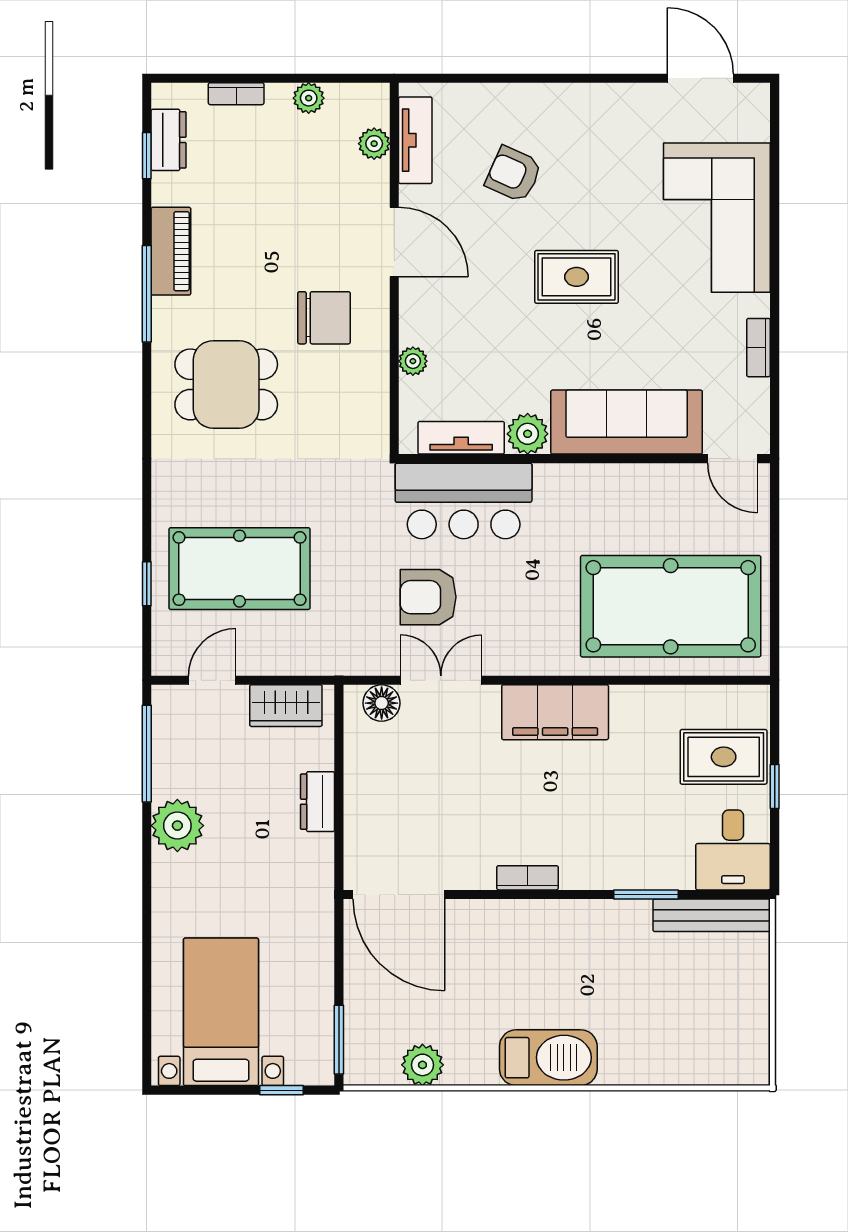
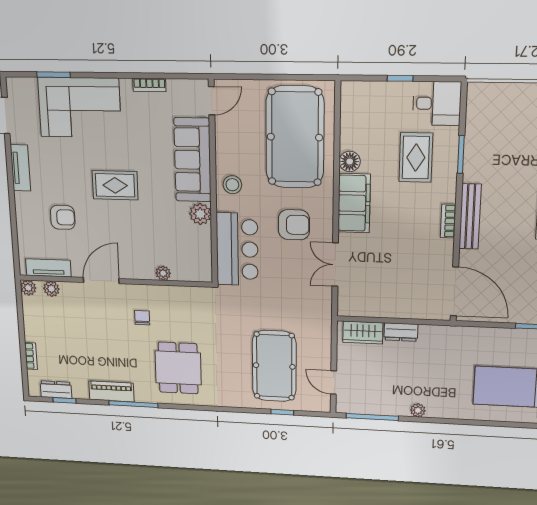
plant: (309, 98) -> (28, 288), moved
window: (775, 173) -> (53, 75), added
armchair: (514, 174) -> (63, 217), turned -114
rug: (576, 277) -> (115, 185), turned 90
chair: (324, 318) -> (142, 318), width x0.54, depth x0.54
tv unit: (461, 438) -> (20, 168), moved, turned 180
stool: (583, 494) -> (232, 185), added
armchair: (428, 597) -> (294, 225), moved, turned -90
floor lamp: (382, 703) -> (350, 161), moved
wardrobe: (286, 706) -> (363, 333), moved, turned 90
rug: (724, 757) -> (416, 158), moved
plant: (177, 826) -> (418, 410), width x0.53, depth x0.53
door: (399, 894) -> (454, 291), hinge flipped
bench: (712, 915) -> (470, 217), moved

